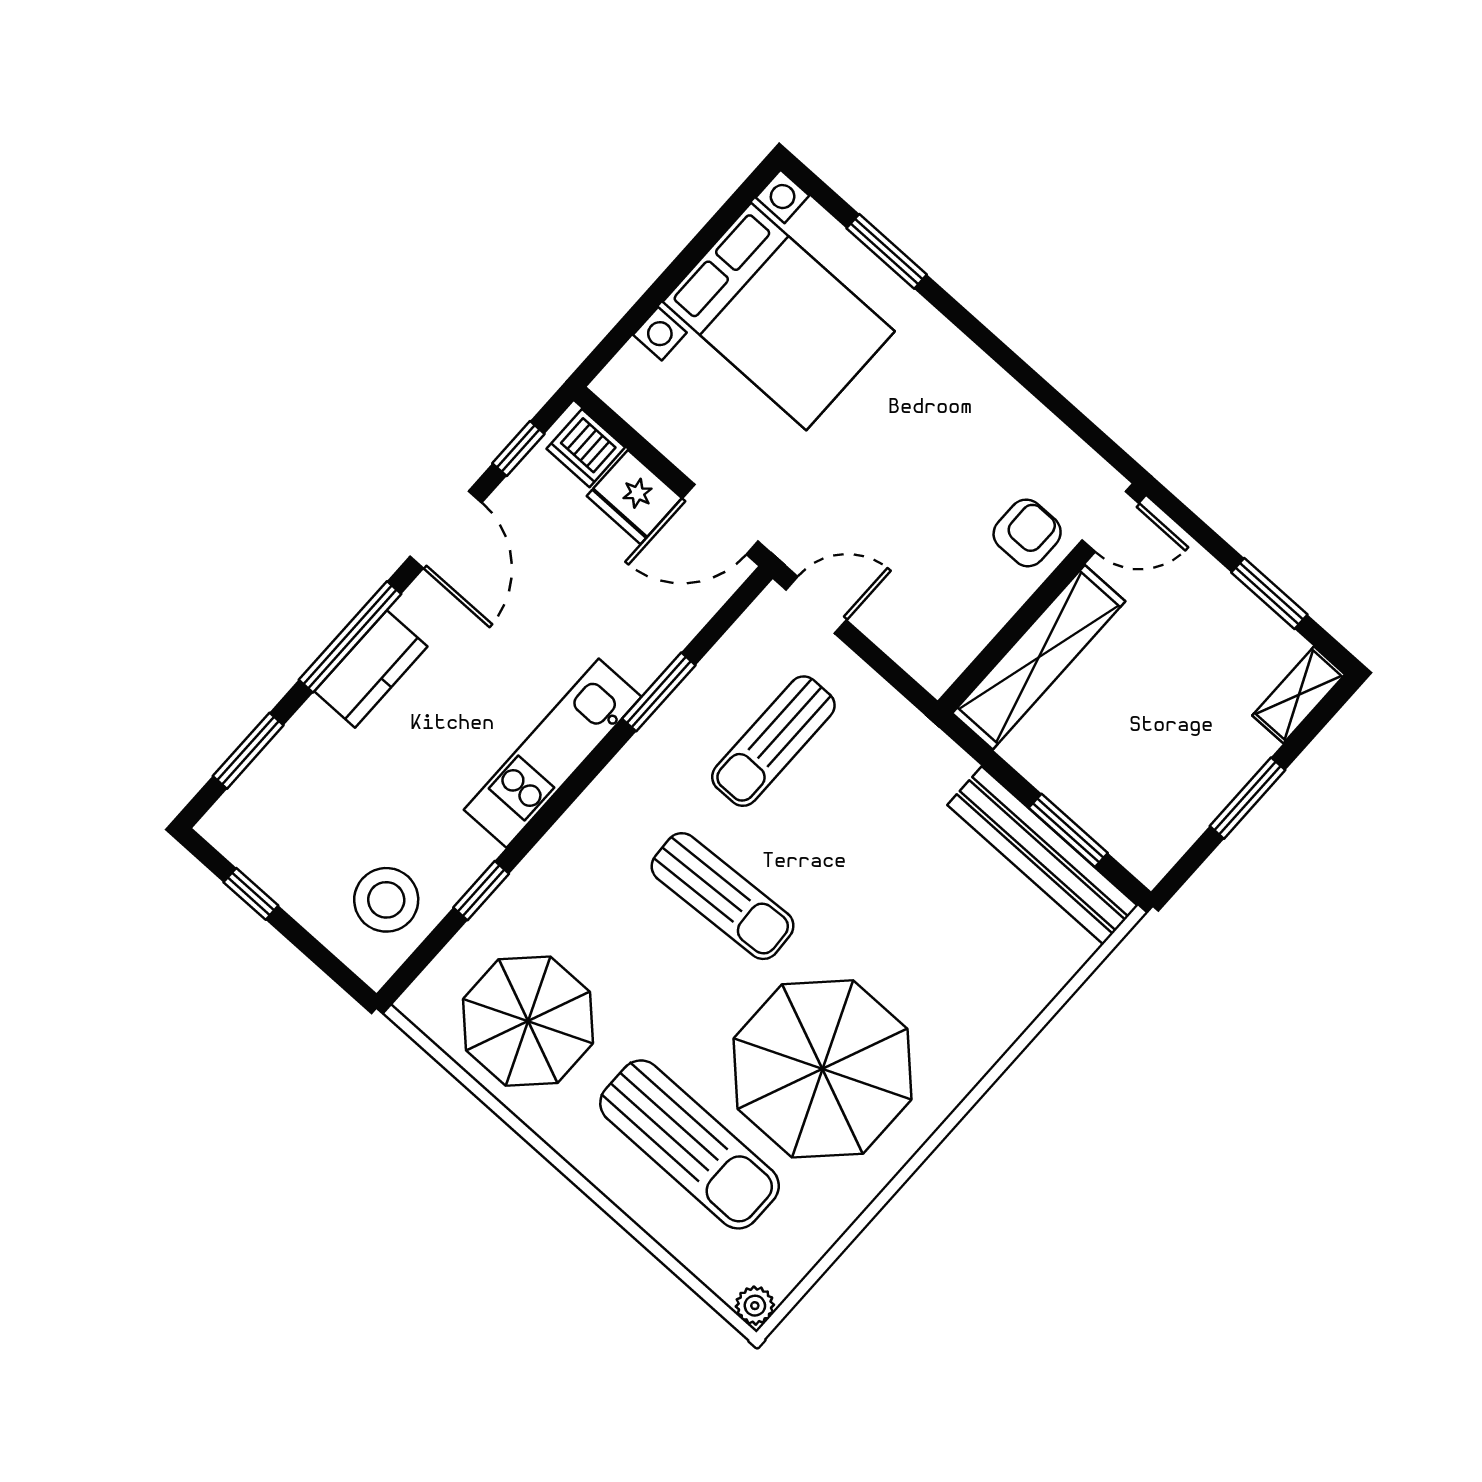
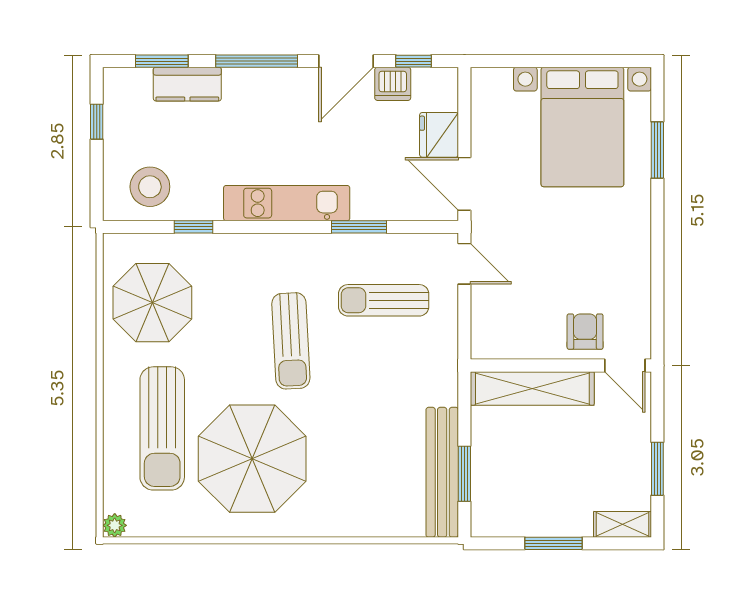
dishwasher: (586, 448) -> (393, 84), moved, turned -90
armchair: (1027, 533) -> (585, 332), turned -90
kitchen counter: (371, 669) -> (187, 84), moved

